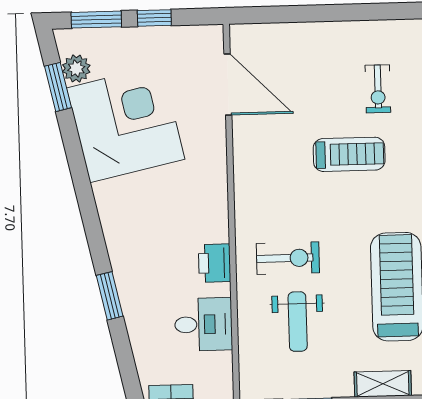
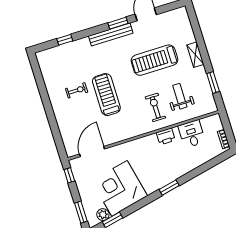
window: (154, 18) -> (69, 175), moved
treadmill: (349, 154) -> (106, 95), width x1.37, depth x1.38
window: (110, 296) -> (169, 188), moved
weight bench: (298, 322) -> (180, 96), turned -90

